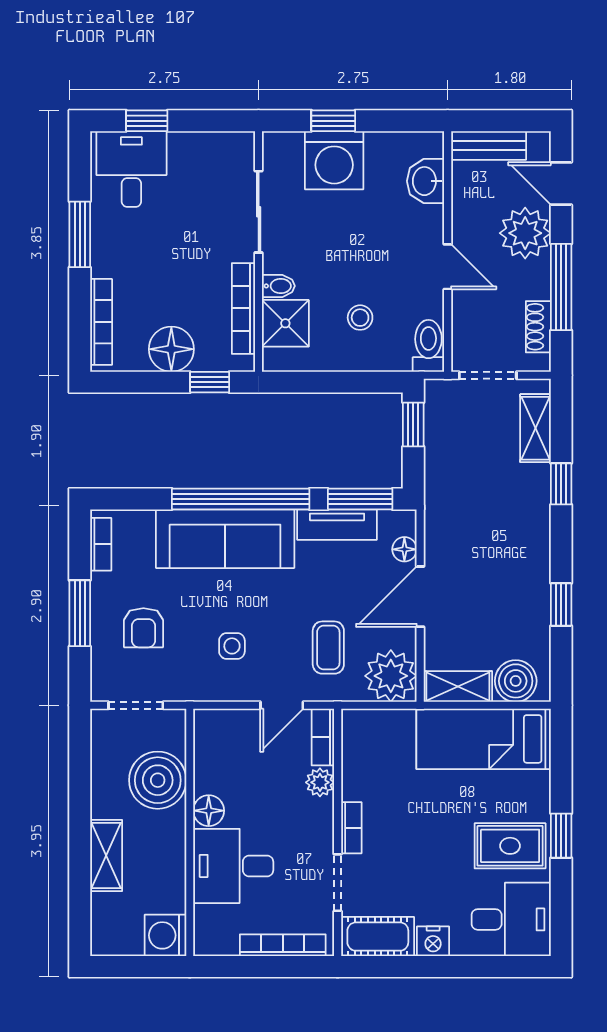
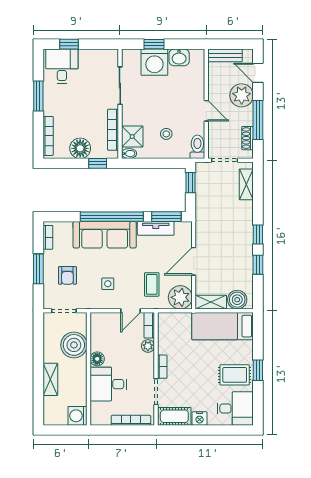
washbasin: (426, 181) -> (179, 57), moved, turned -90
bidet: (278, 286) -> (129, 154), moved
window: (561, 484) -> (258, 234), moved
floor lamp: (404, 549) -> (186, 240), removed

